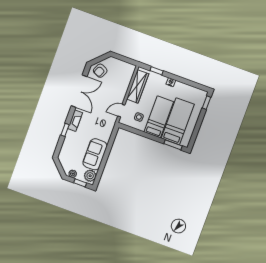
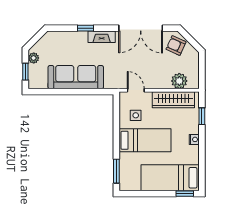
bed: (178, 121) -> (170, 178), moved, turned 180
sofa: (95, 154) -> (76, 77), width x1.36
plant: (90, 176) -> (179, 81), moved

